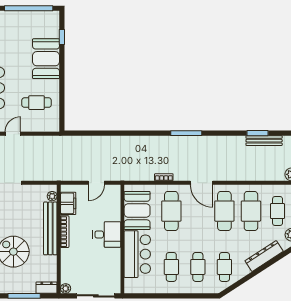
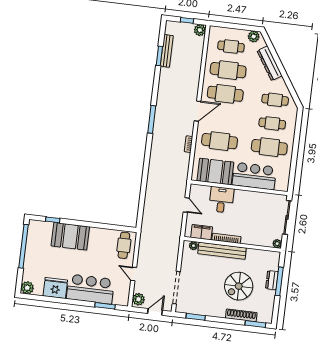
cafe table: (37, 103) -> (124, 245), moved
desk: (107, 234) -> (221, 200), moved
cafe table: (171, 267) -> (269, 147), width x1.37, depth x1.35
dresser: (47, 288) -> (272, 280), moved

